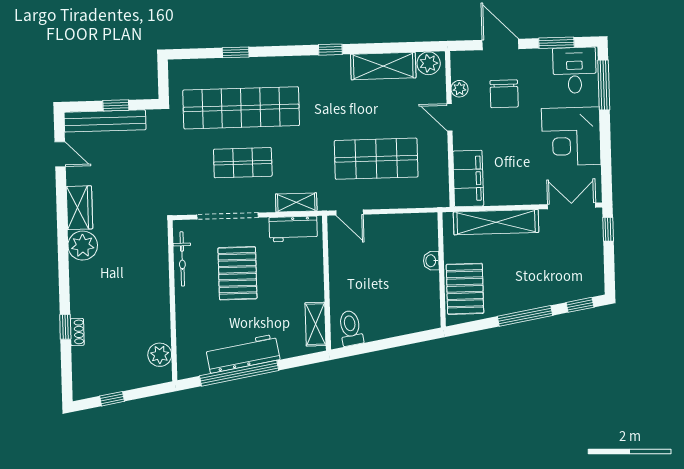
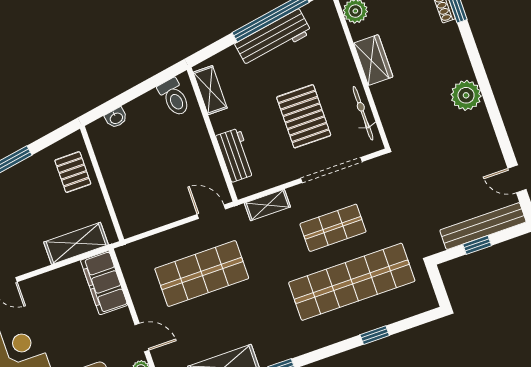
wardrobe: (79, 208) -> (373, 60), moved, turned 180
shelving: (496, 222) -> (76, 243), width x0.68
workbench: (293, 229) -> (236, 155), moved, turned 90
washbasin: (431, 261) -> (116, 118), moved, turned 80
pallet: (465, 289) -> (73, 172), width x0.67, depth x0.71

